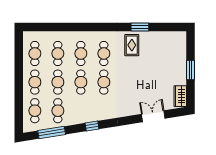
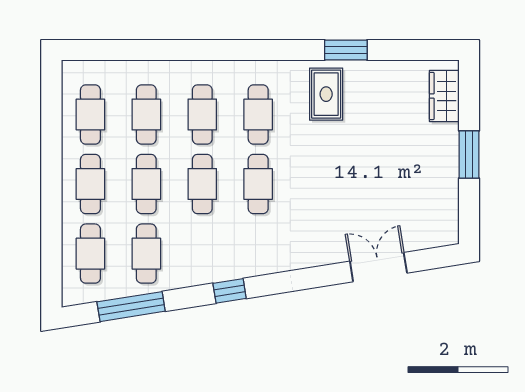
wardrobe: (180, 96) -> (444, 96), moved

